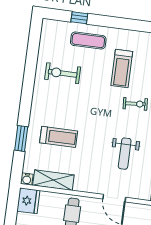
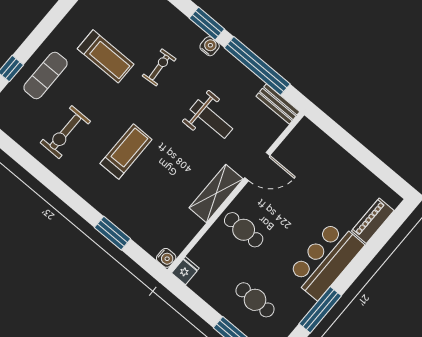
treadmill: (59, 137) -> (126, 151), moved
shelving: (53, 180) -> (216, 193), moved
fridge: (28, 201) -> (185, 271), width x0.53, depth x0.75

